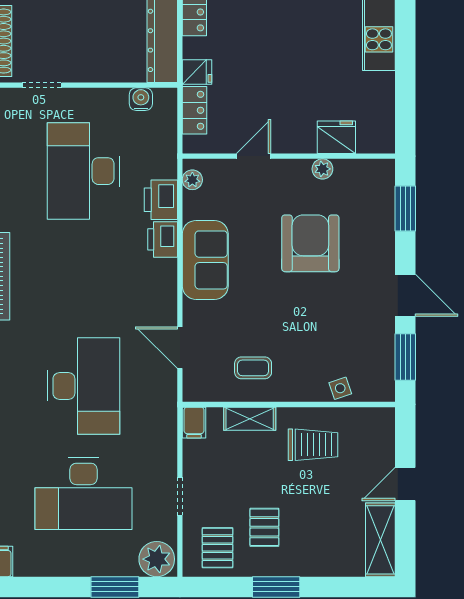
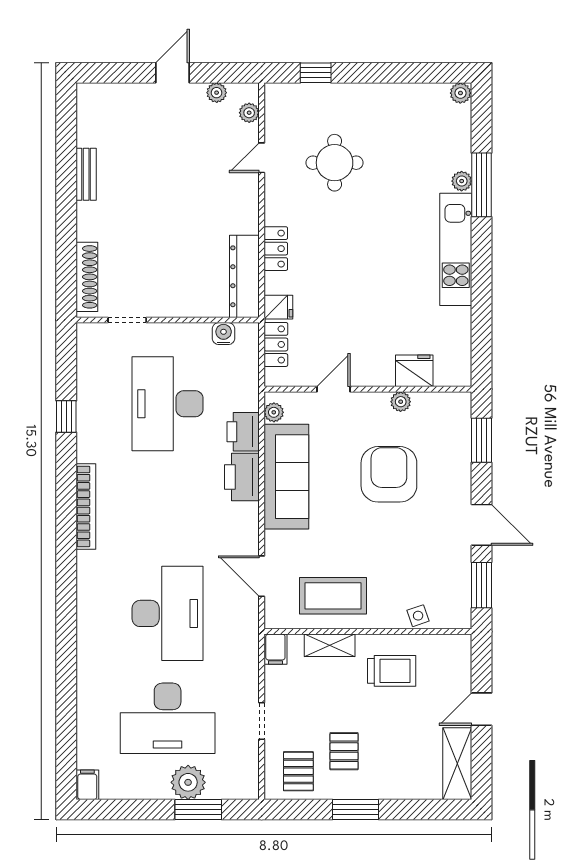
printer: (163, 239) -> (242, 477), width x1.37, depth x1.19
sofa: (205, 260) -> (286, 477), width x1.36
coffee table: (253, 368) -> (333, 596), width x1.86, depth x1.72
plant: (157, 559) -> (188, 782), moved

